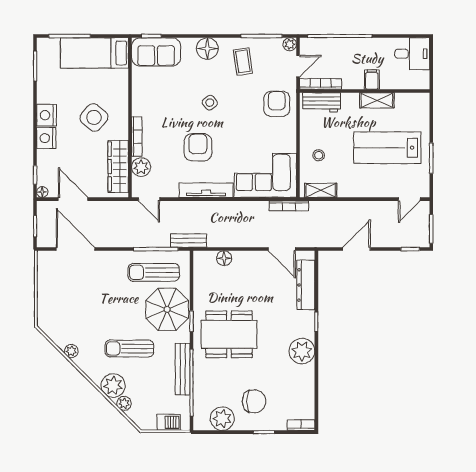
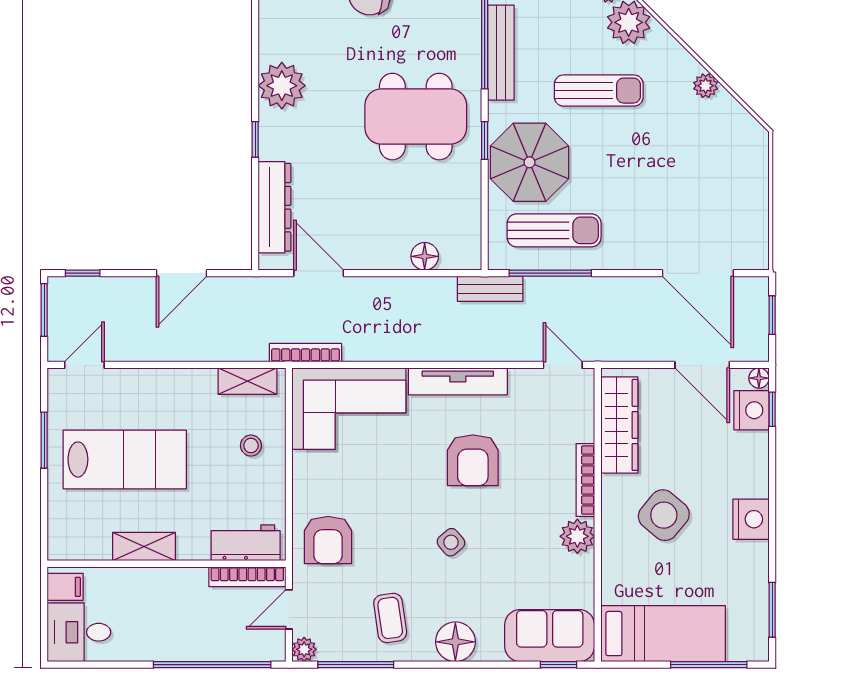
filing cabinet: (372, 80) -> (65, 587), moved, turned -90
nightstand: (46, 138) -> (751, 410), moved
plant: (141, 167) -> (577, 536), moved

